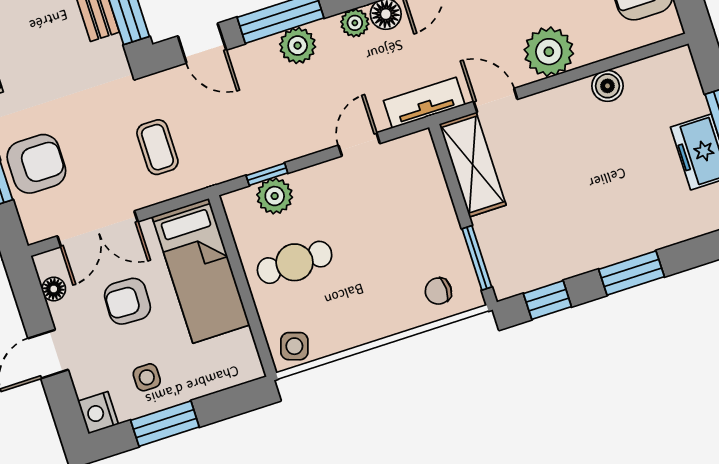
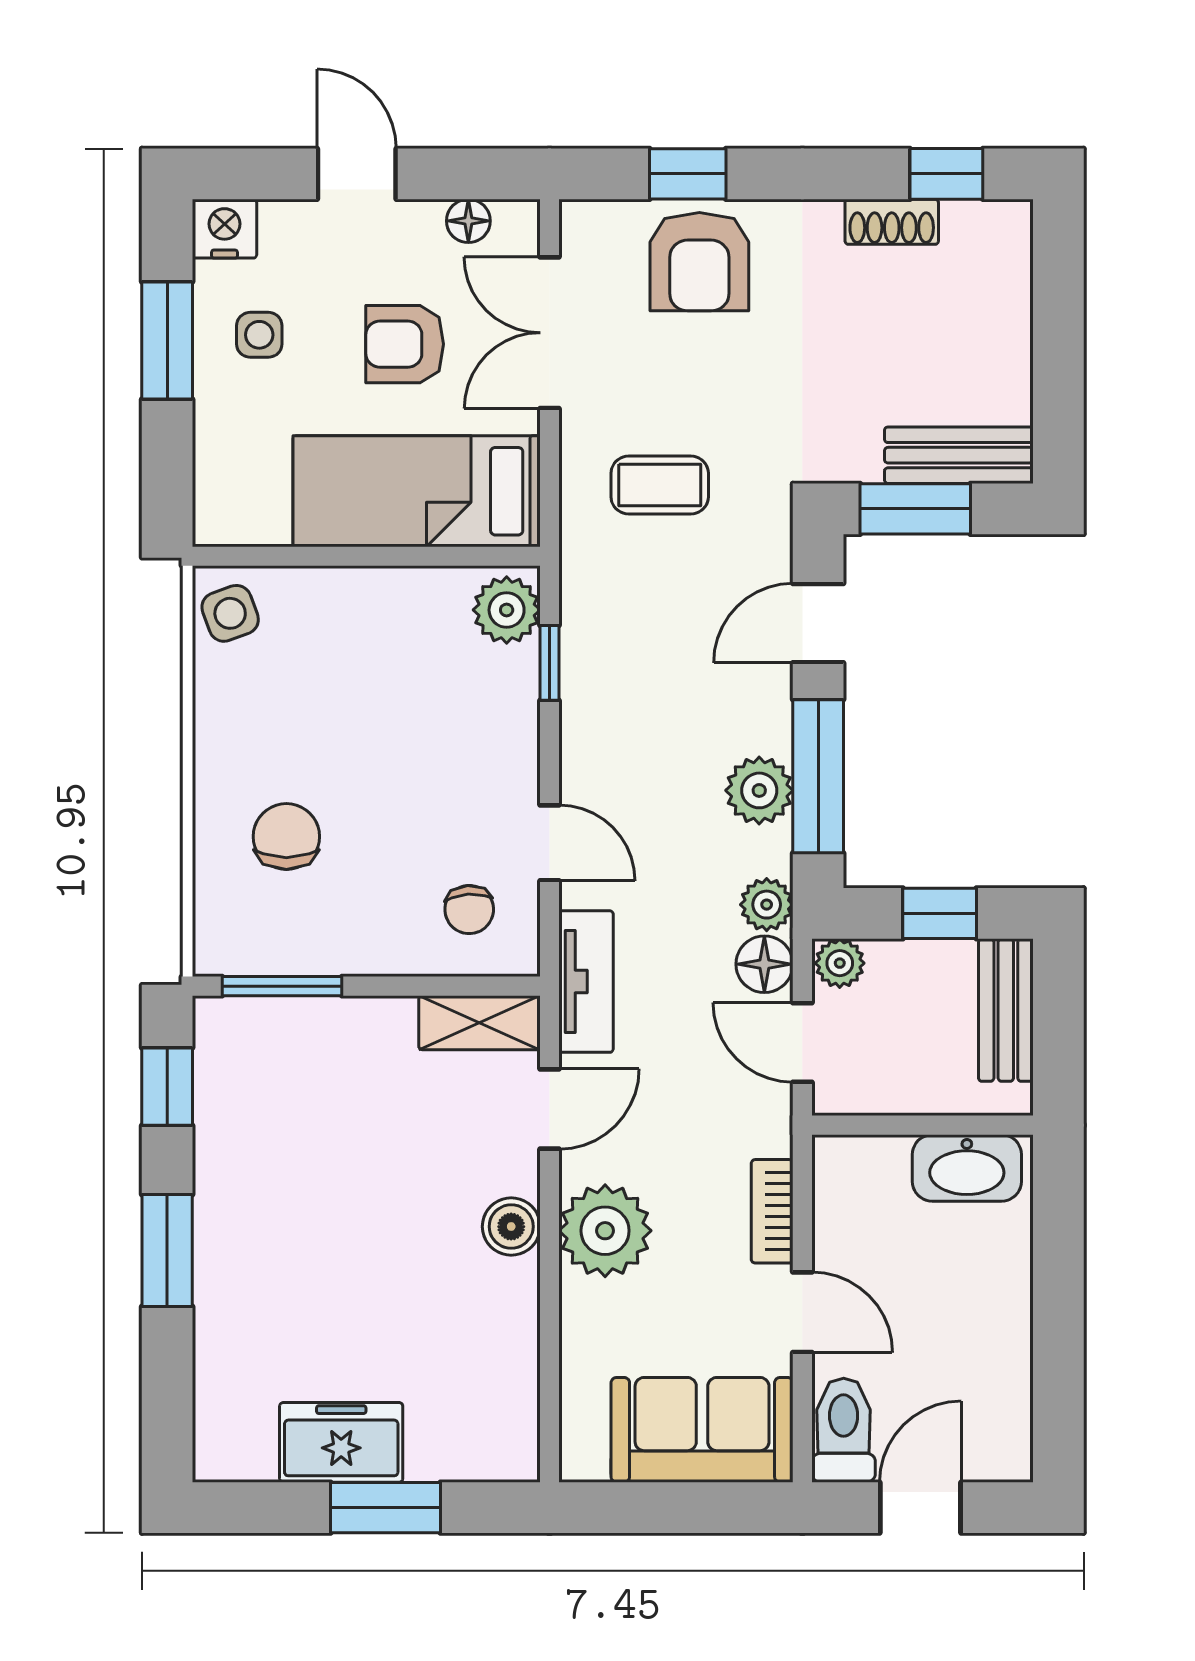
boiler: (607, 86) -> (511, 1227), moved
shelving: (473, 165) -> (479, 1023), width x0.67, depth x0.75
chair: (407, 175) -> (469, 910), added
plant: (275, 196) -> (507, 610), moved
cafe table: (295, 262) -> (378, 661), removed
chair: (438, 291) -> (286, 837), moved, width x1.37, depth x1.37
armchair: (127, 301) -> (405, 344), turned -92
side table: (294, 346) -> (230, 613), turned -38

